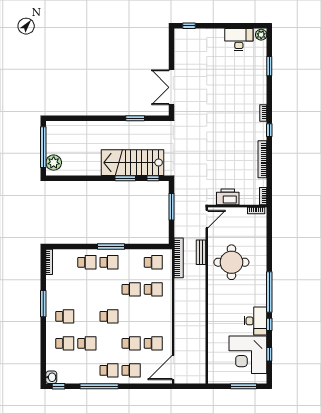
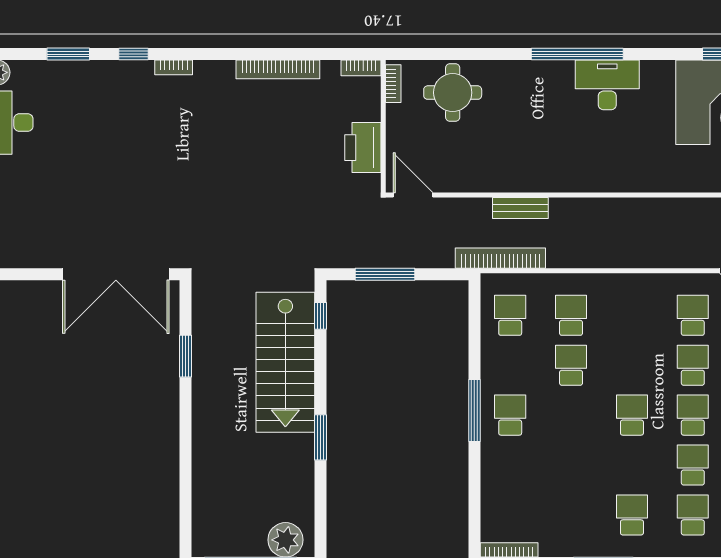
double door: (172, 87) -> (116, 274), width x1.36
window: (269, 130) -> (134, 54), moved
window: (125, 178) -> (321, 437), moved
bench: (201, 252) -> (520, 208), moved
school desk: (87, 262) -> (693, 415), moved
round table: (231, 262) -> (453, 93), moved, width x0.73, depth x0.73
desk: (256, 321) -> (607, 85), moved
window: (269, 324) -> (650, 54), removed

